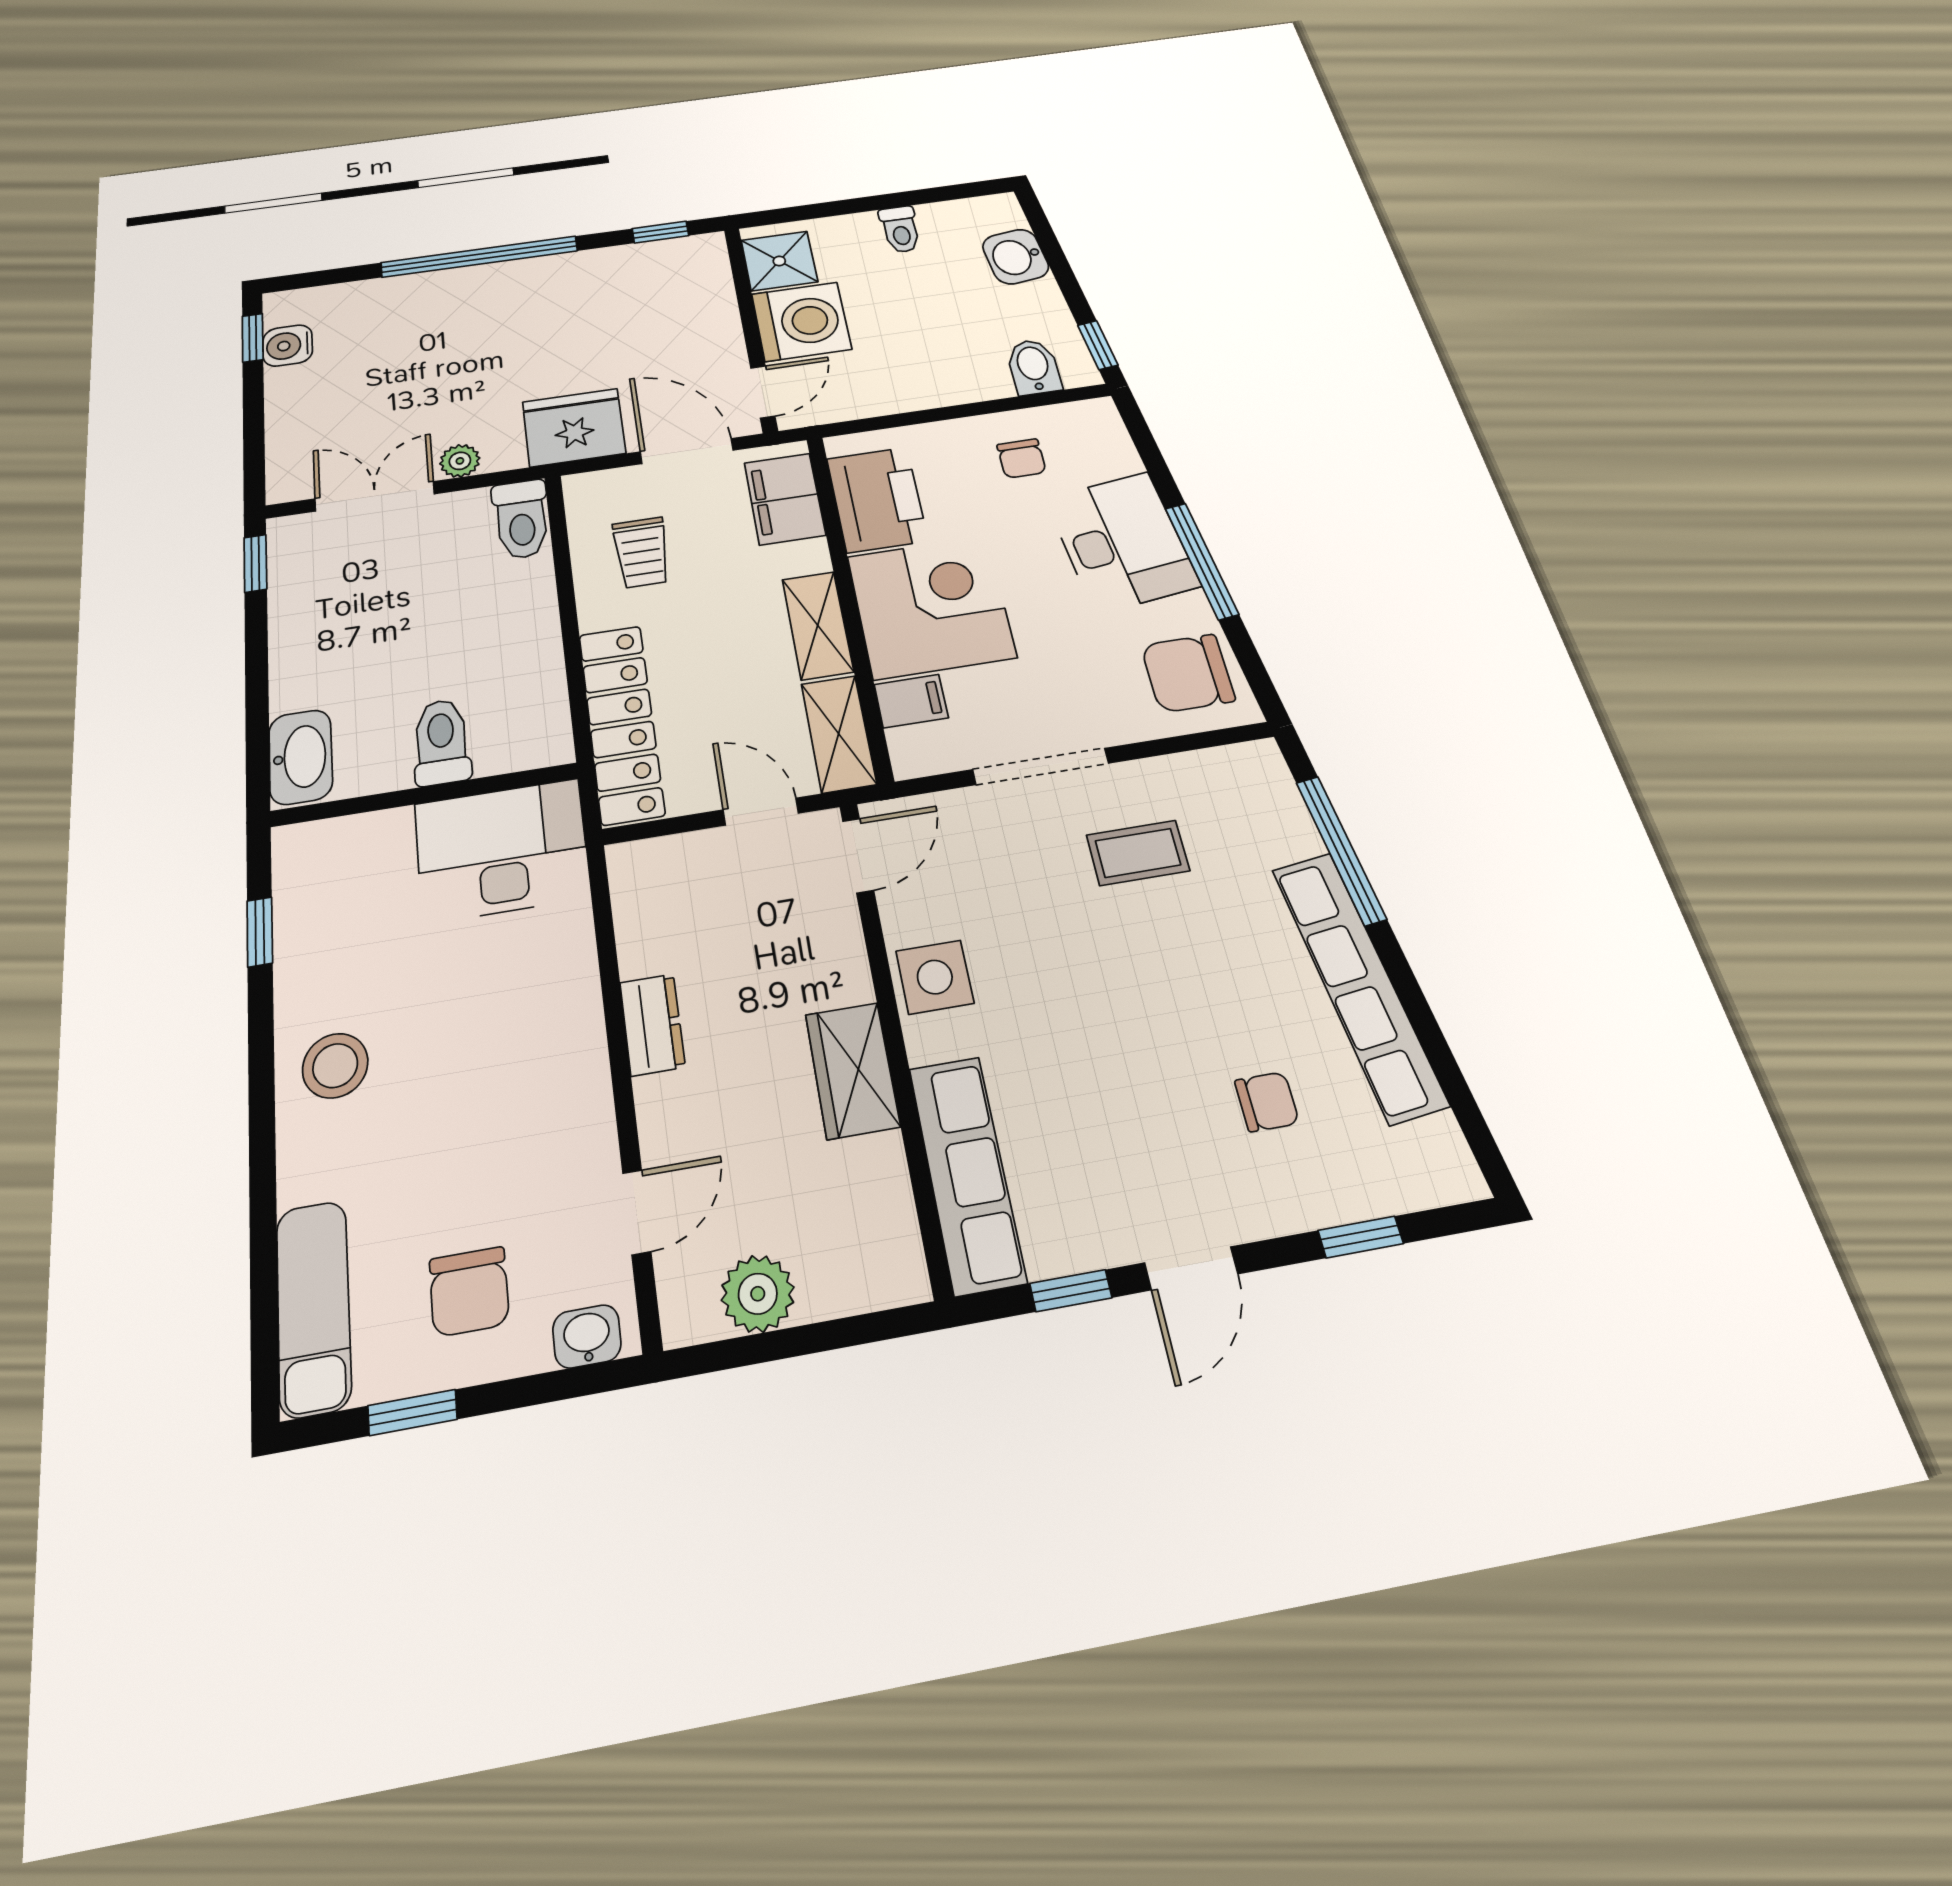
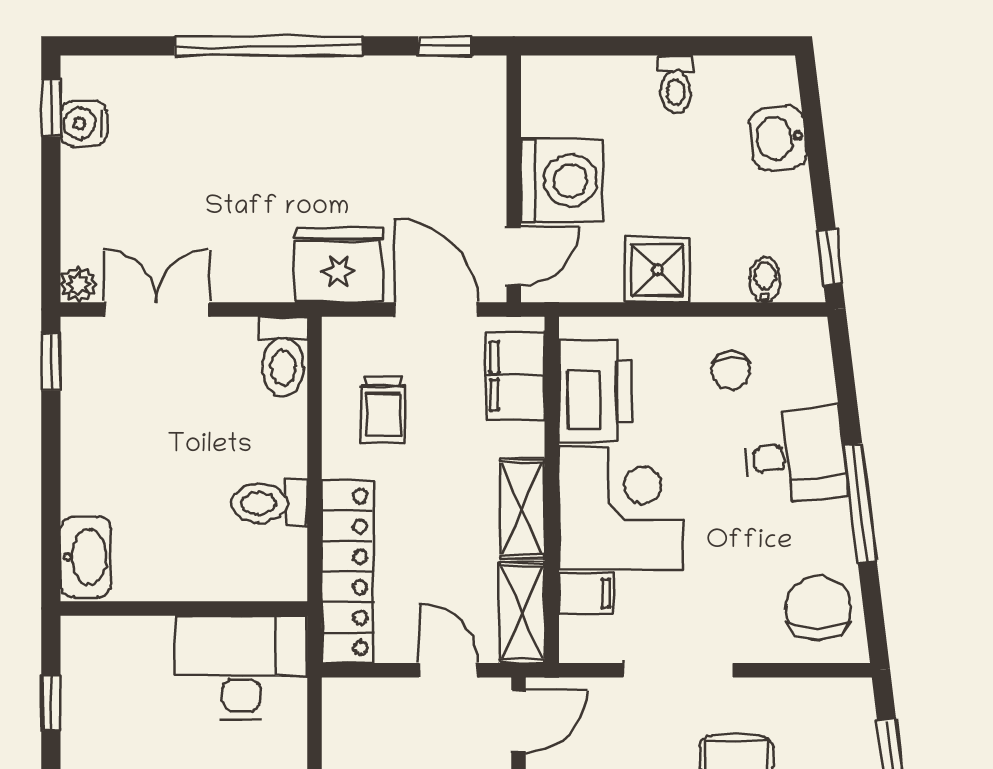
shower: (779, 261) -> (657, 270), moved
bidet: (1034, 367) -> (765, 280), width x0.72, depth x0.74
plant: (460, 461) -> (79, 284), moved
desk: (1122, 542) -> (795, 456), width x0.73
chair: (1188, 673) -> (818, 608), turned 90
toilet: (441, 742) -> (269, 503), moved, turned -90

